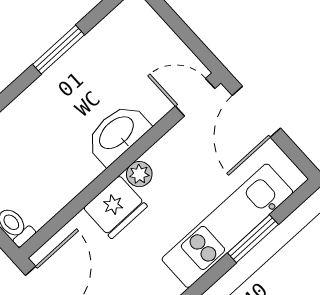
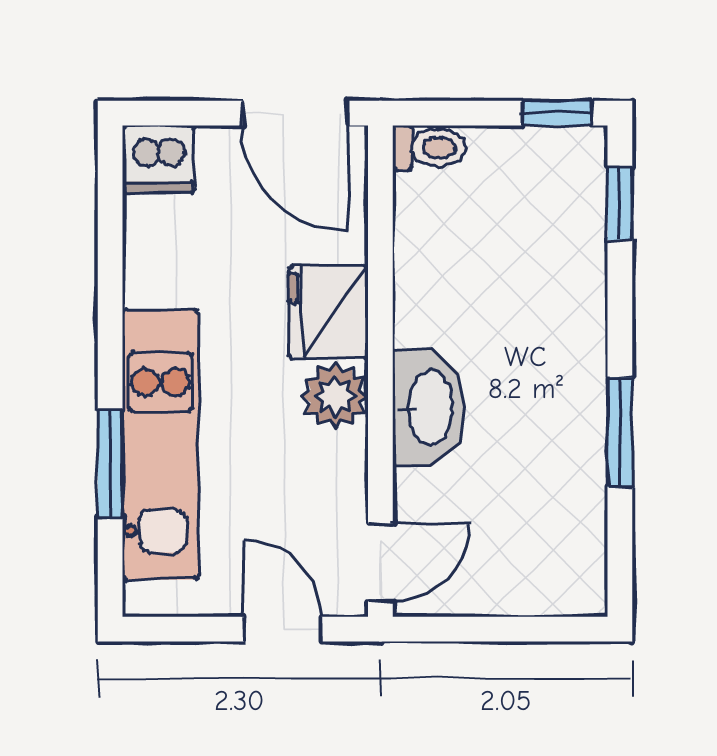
door: (256, 112) -> (282, 629), width x0.73
plant: (139, 174) -> (335, 396), width x1.38, depth x1.38

